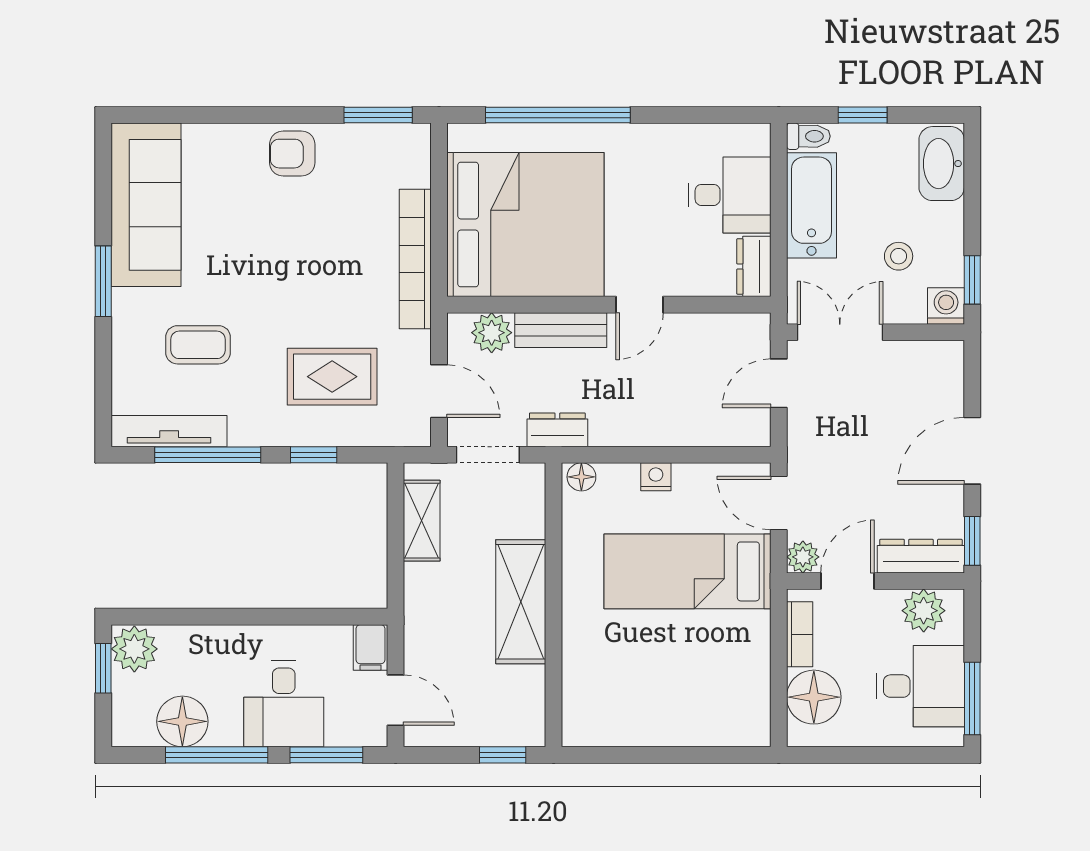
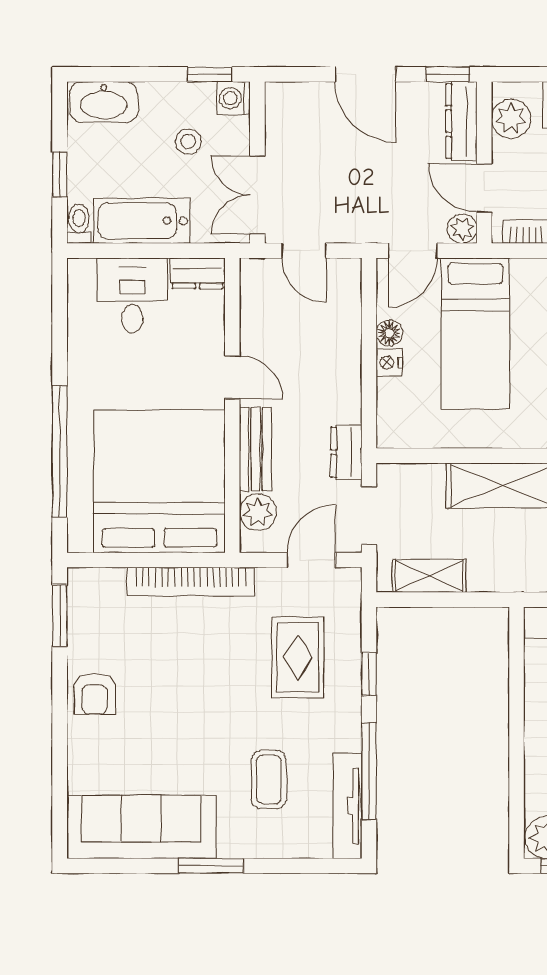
floor lamp: (581, 477) -> (389, 333), moved

